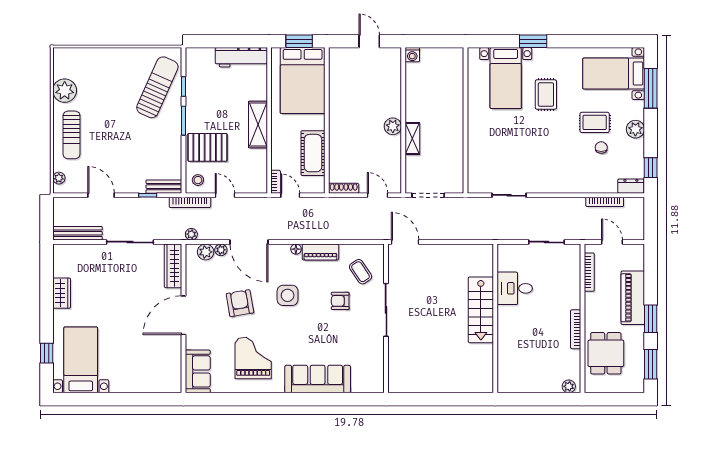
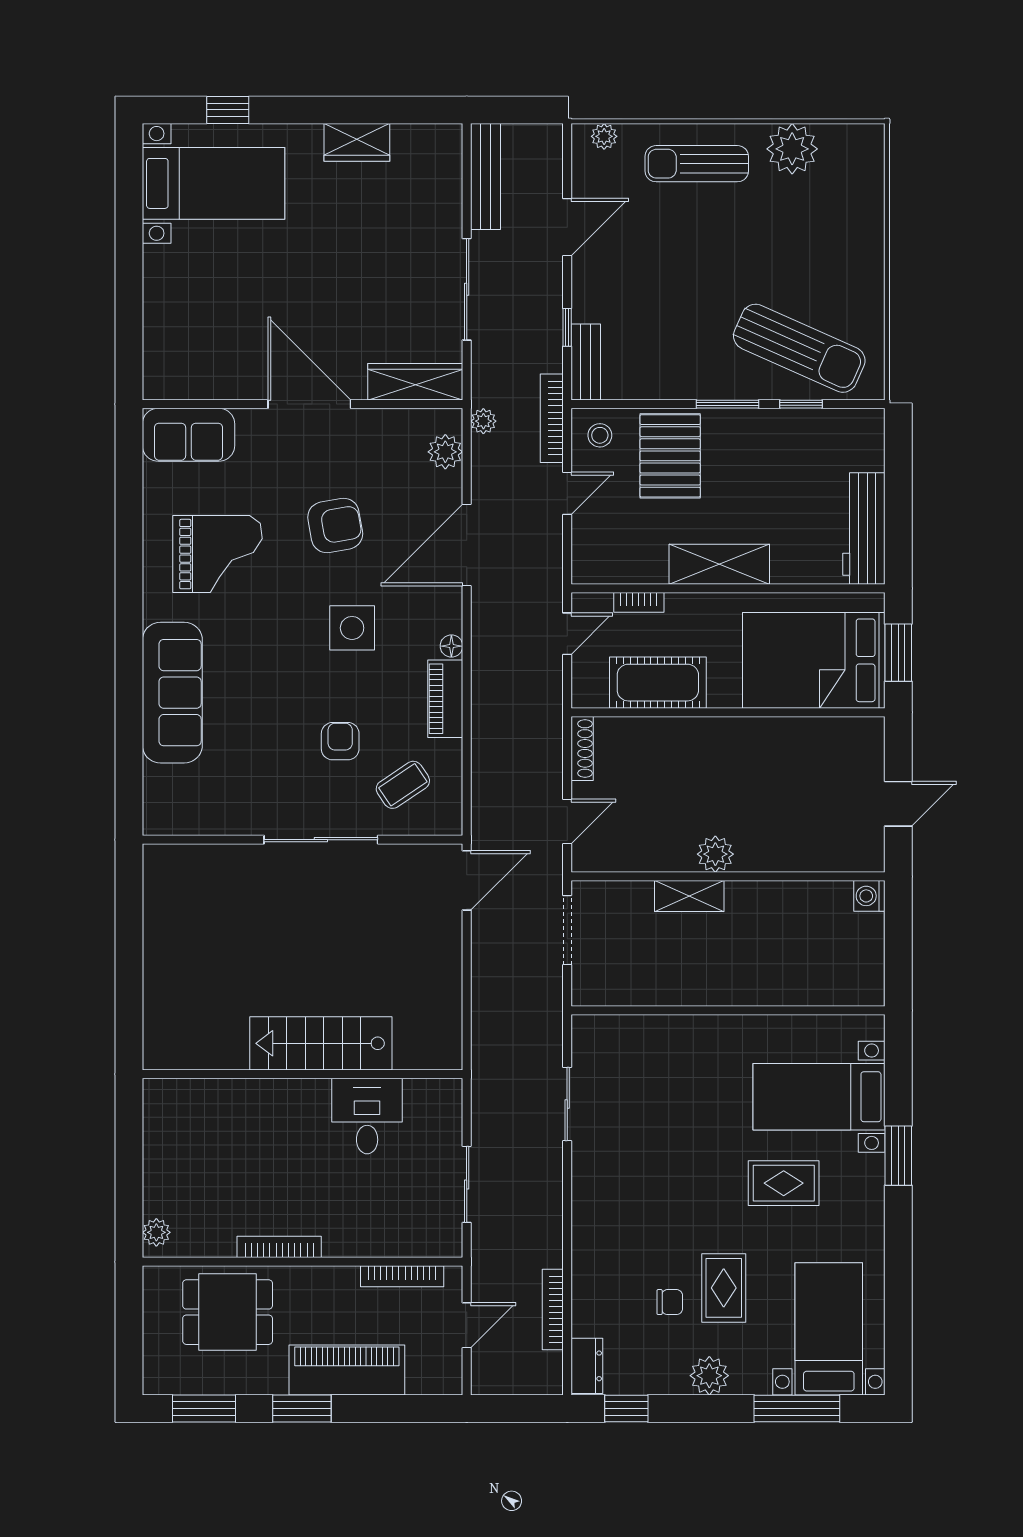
bookcase: (276, 182) -> (639, 602), moved
plant: (221, 250) -> (450, 485), removed

